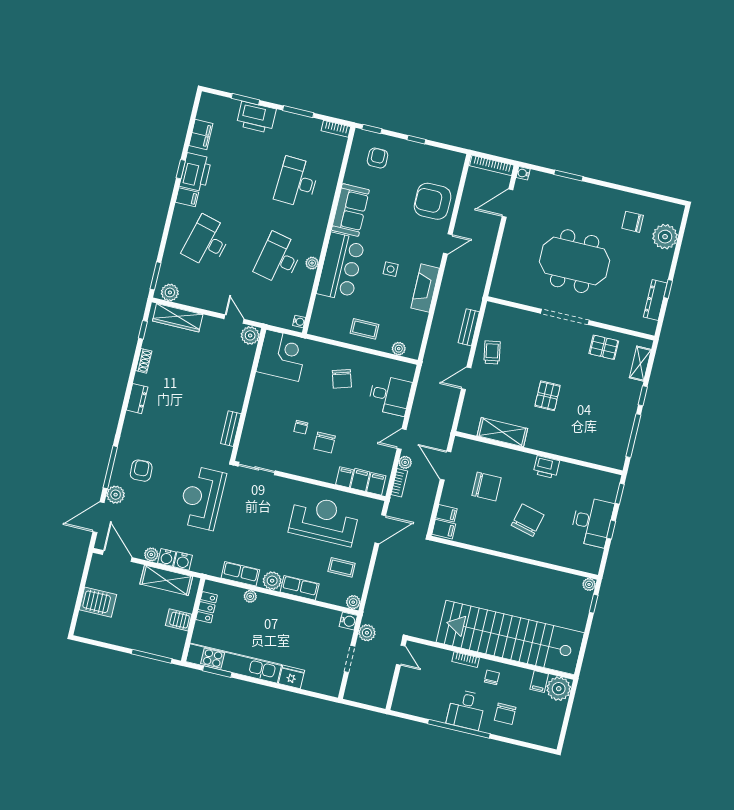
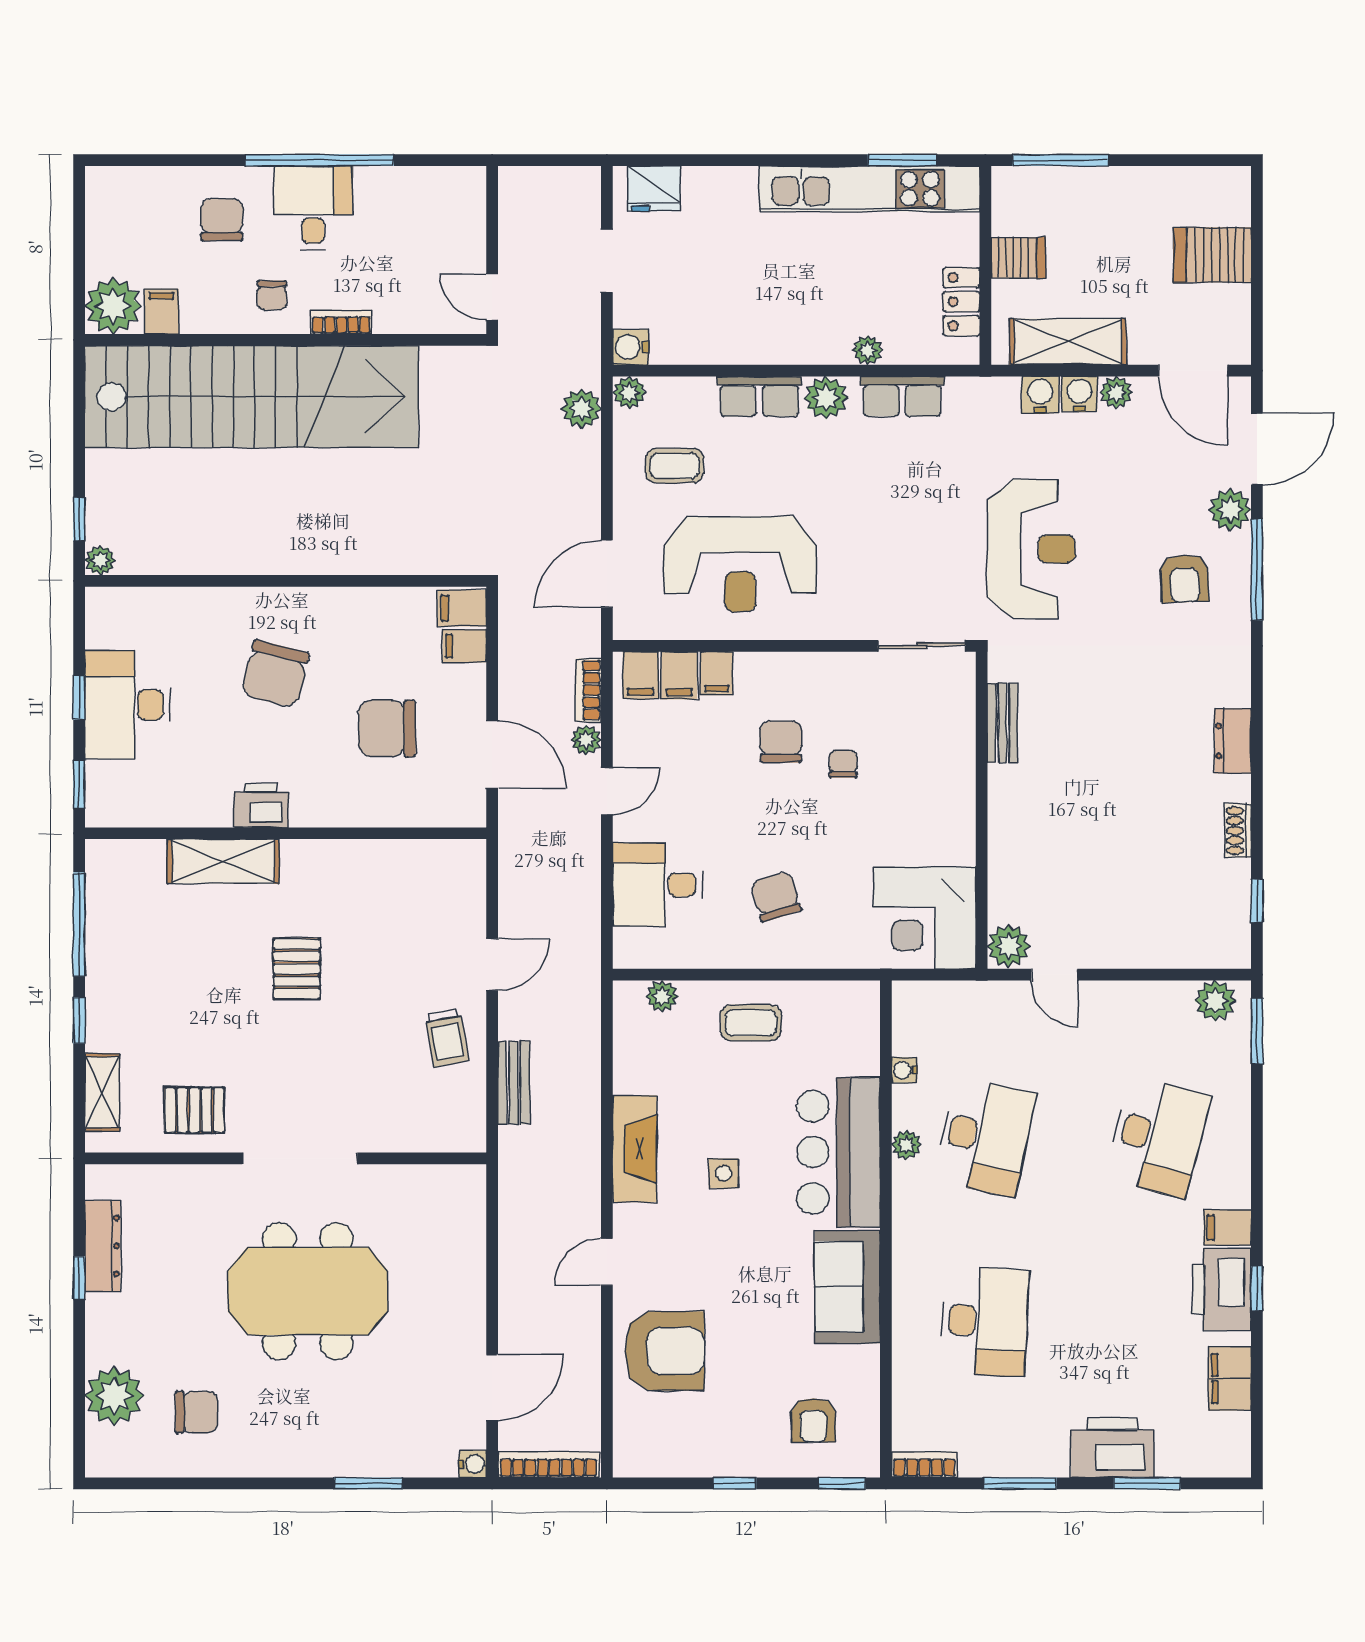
wardrobe: (178, 318) -> (1184, 947), removed
water cooler: (299, 322) -> (904, 1070), moved
shelving: (502, 432) -> (223, 861), moved
plant: (367, 633) -> (581, 409), moved
fridge: (292, 677) -> (654, 189), moved

